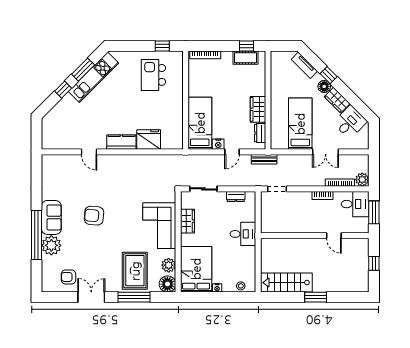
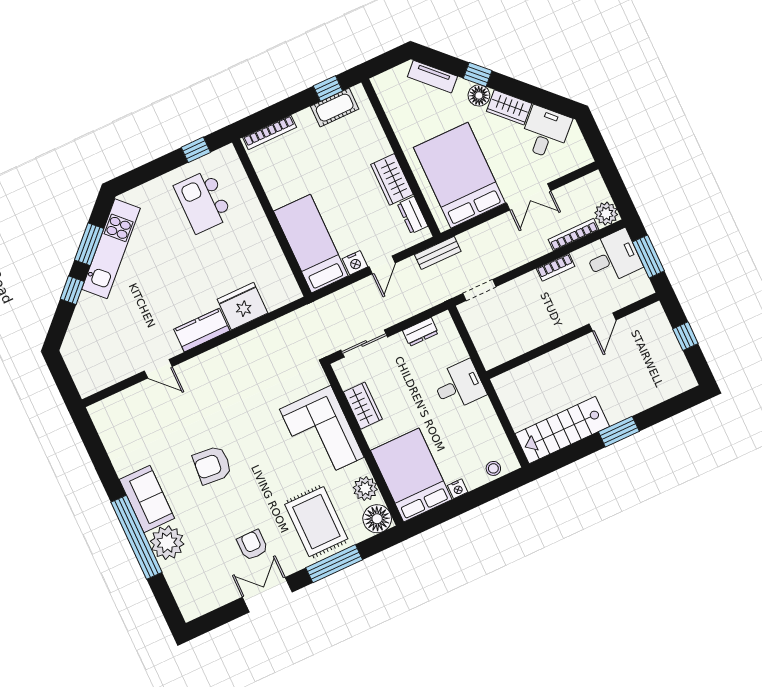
bed: (300, 124) -> (459, 175), width x1.50
door: (334, 236) -> (603, 322), hinge flipped
armchair: (69, 277) -> (252, 545), moved, turned 90

